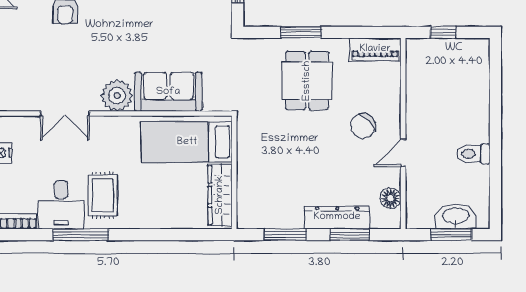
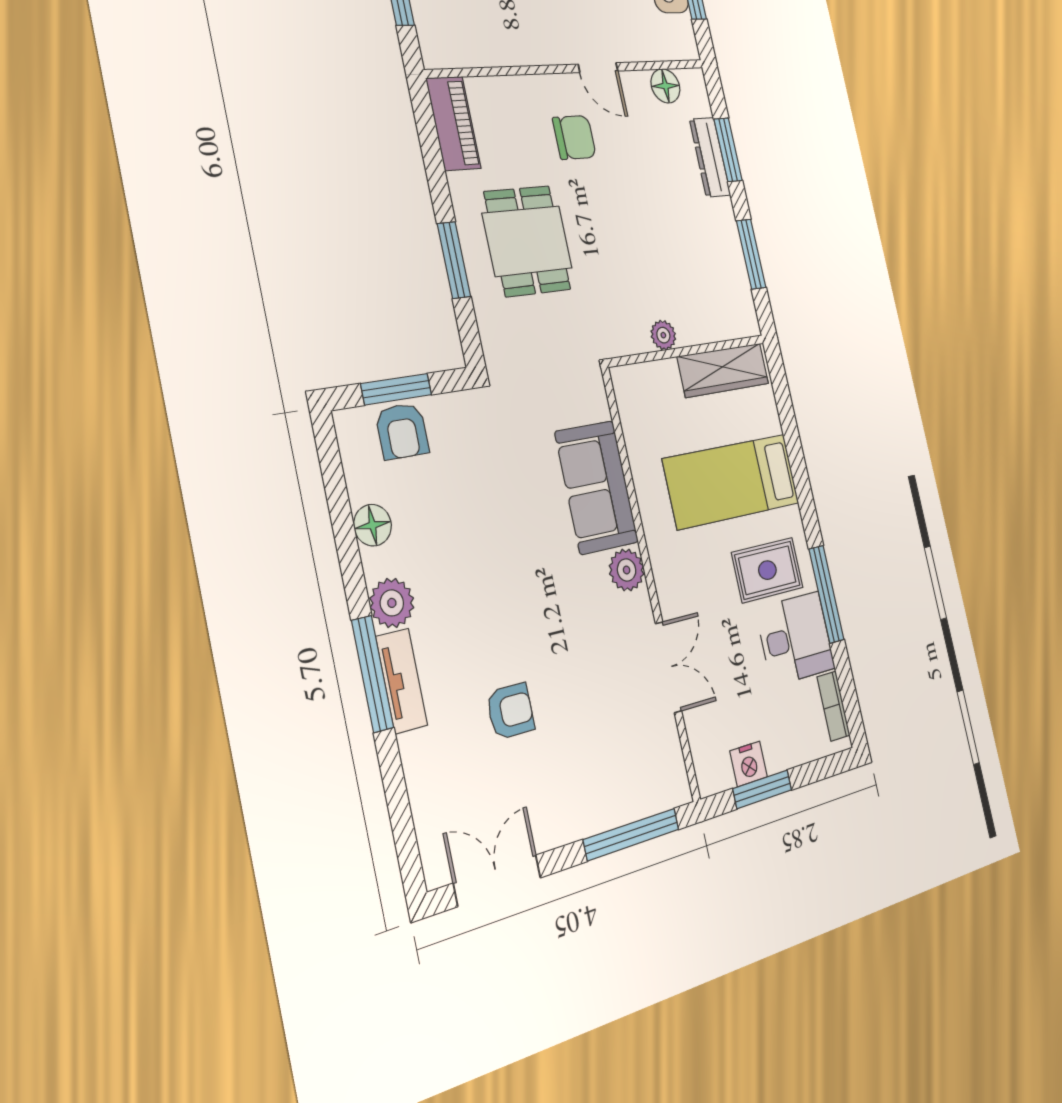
dining table: (307, 81) -> (527, 241), turned 90
plant: (117, 96) -> (627, 570), width x0.73, depth x0.73
chair: (363, 126) -> (574, 137), turned -46
bed: (187, 142) -> (732, 481), moved, turned 90
plant: (245, 158) -> (663, 335), added
dresser: (337, 217) -> (710, 157), width x0.73, depth x0.80

